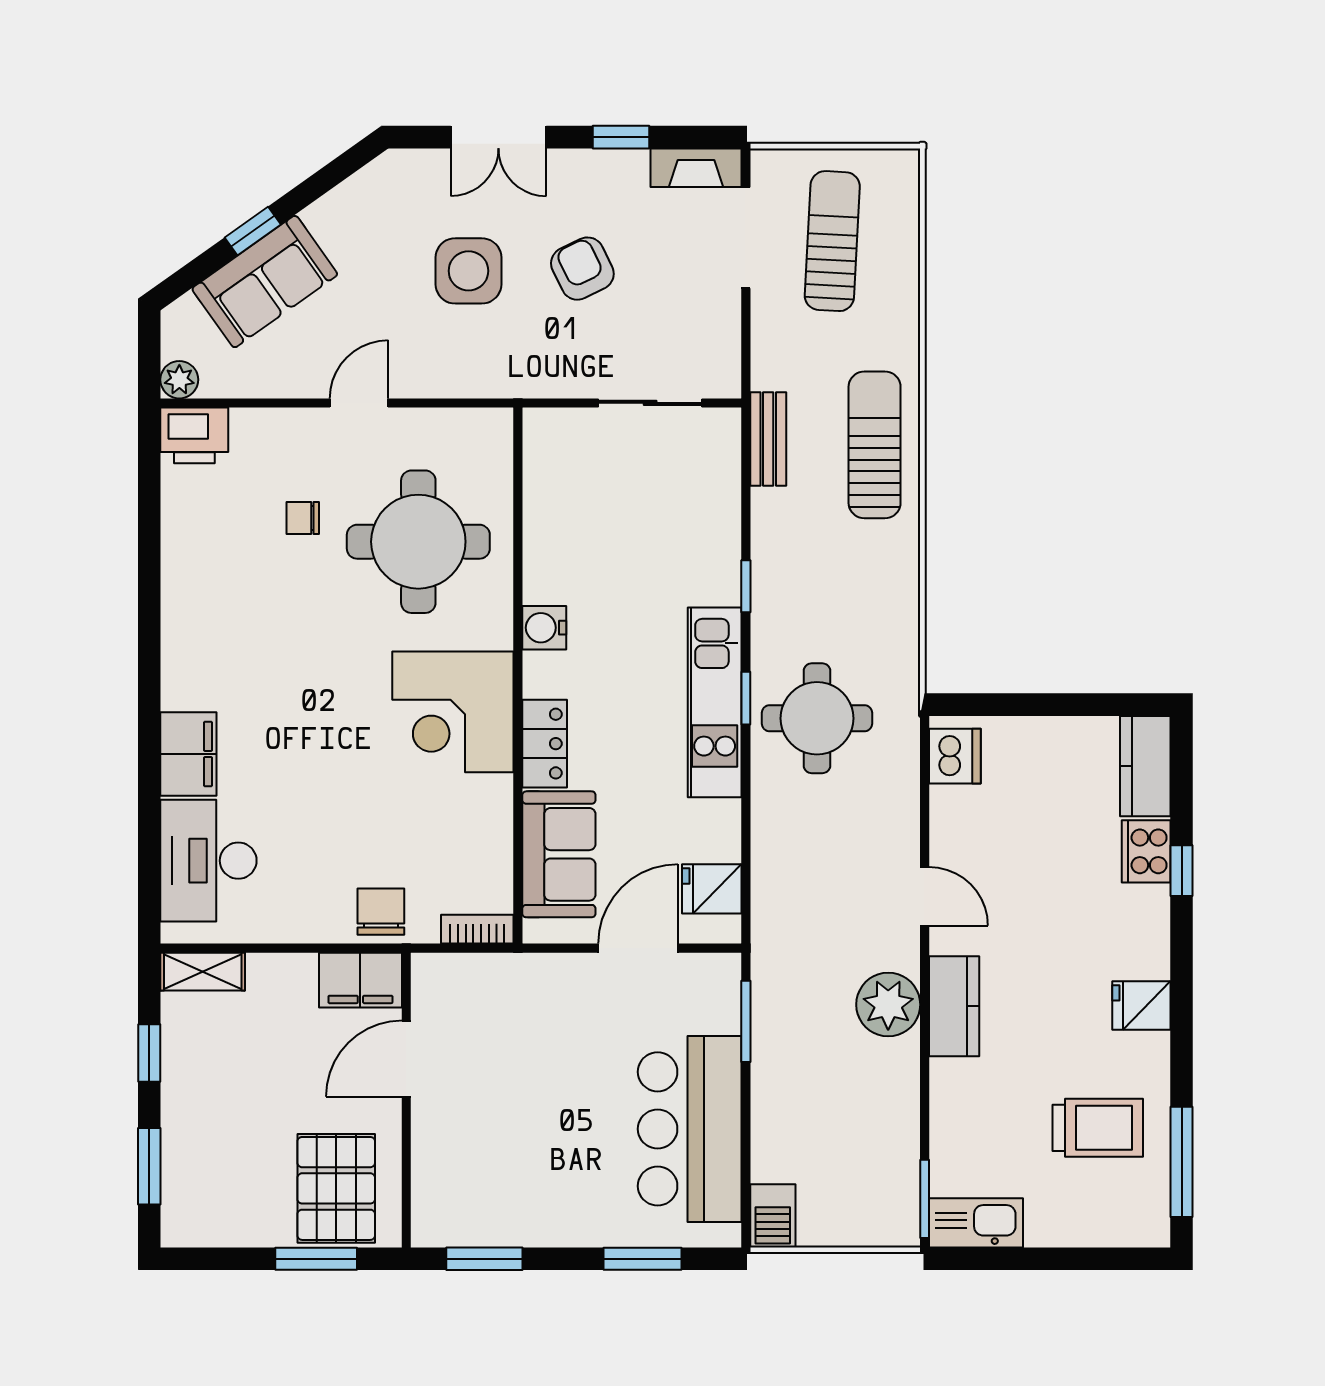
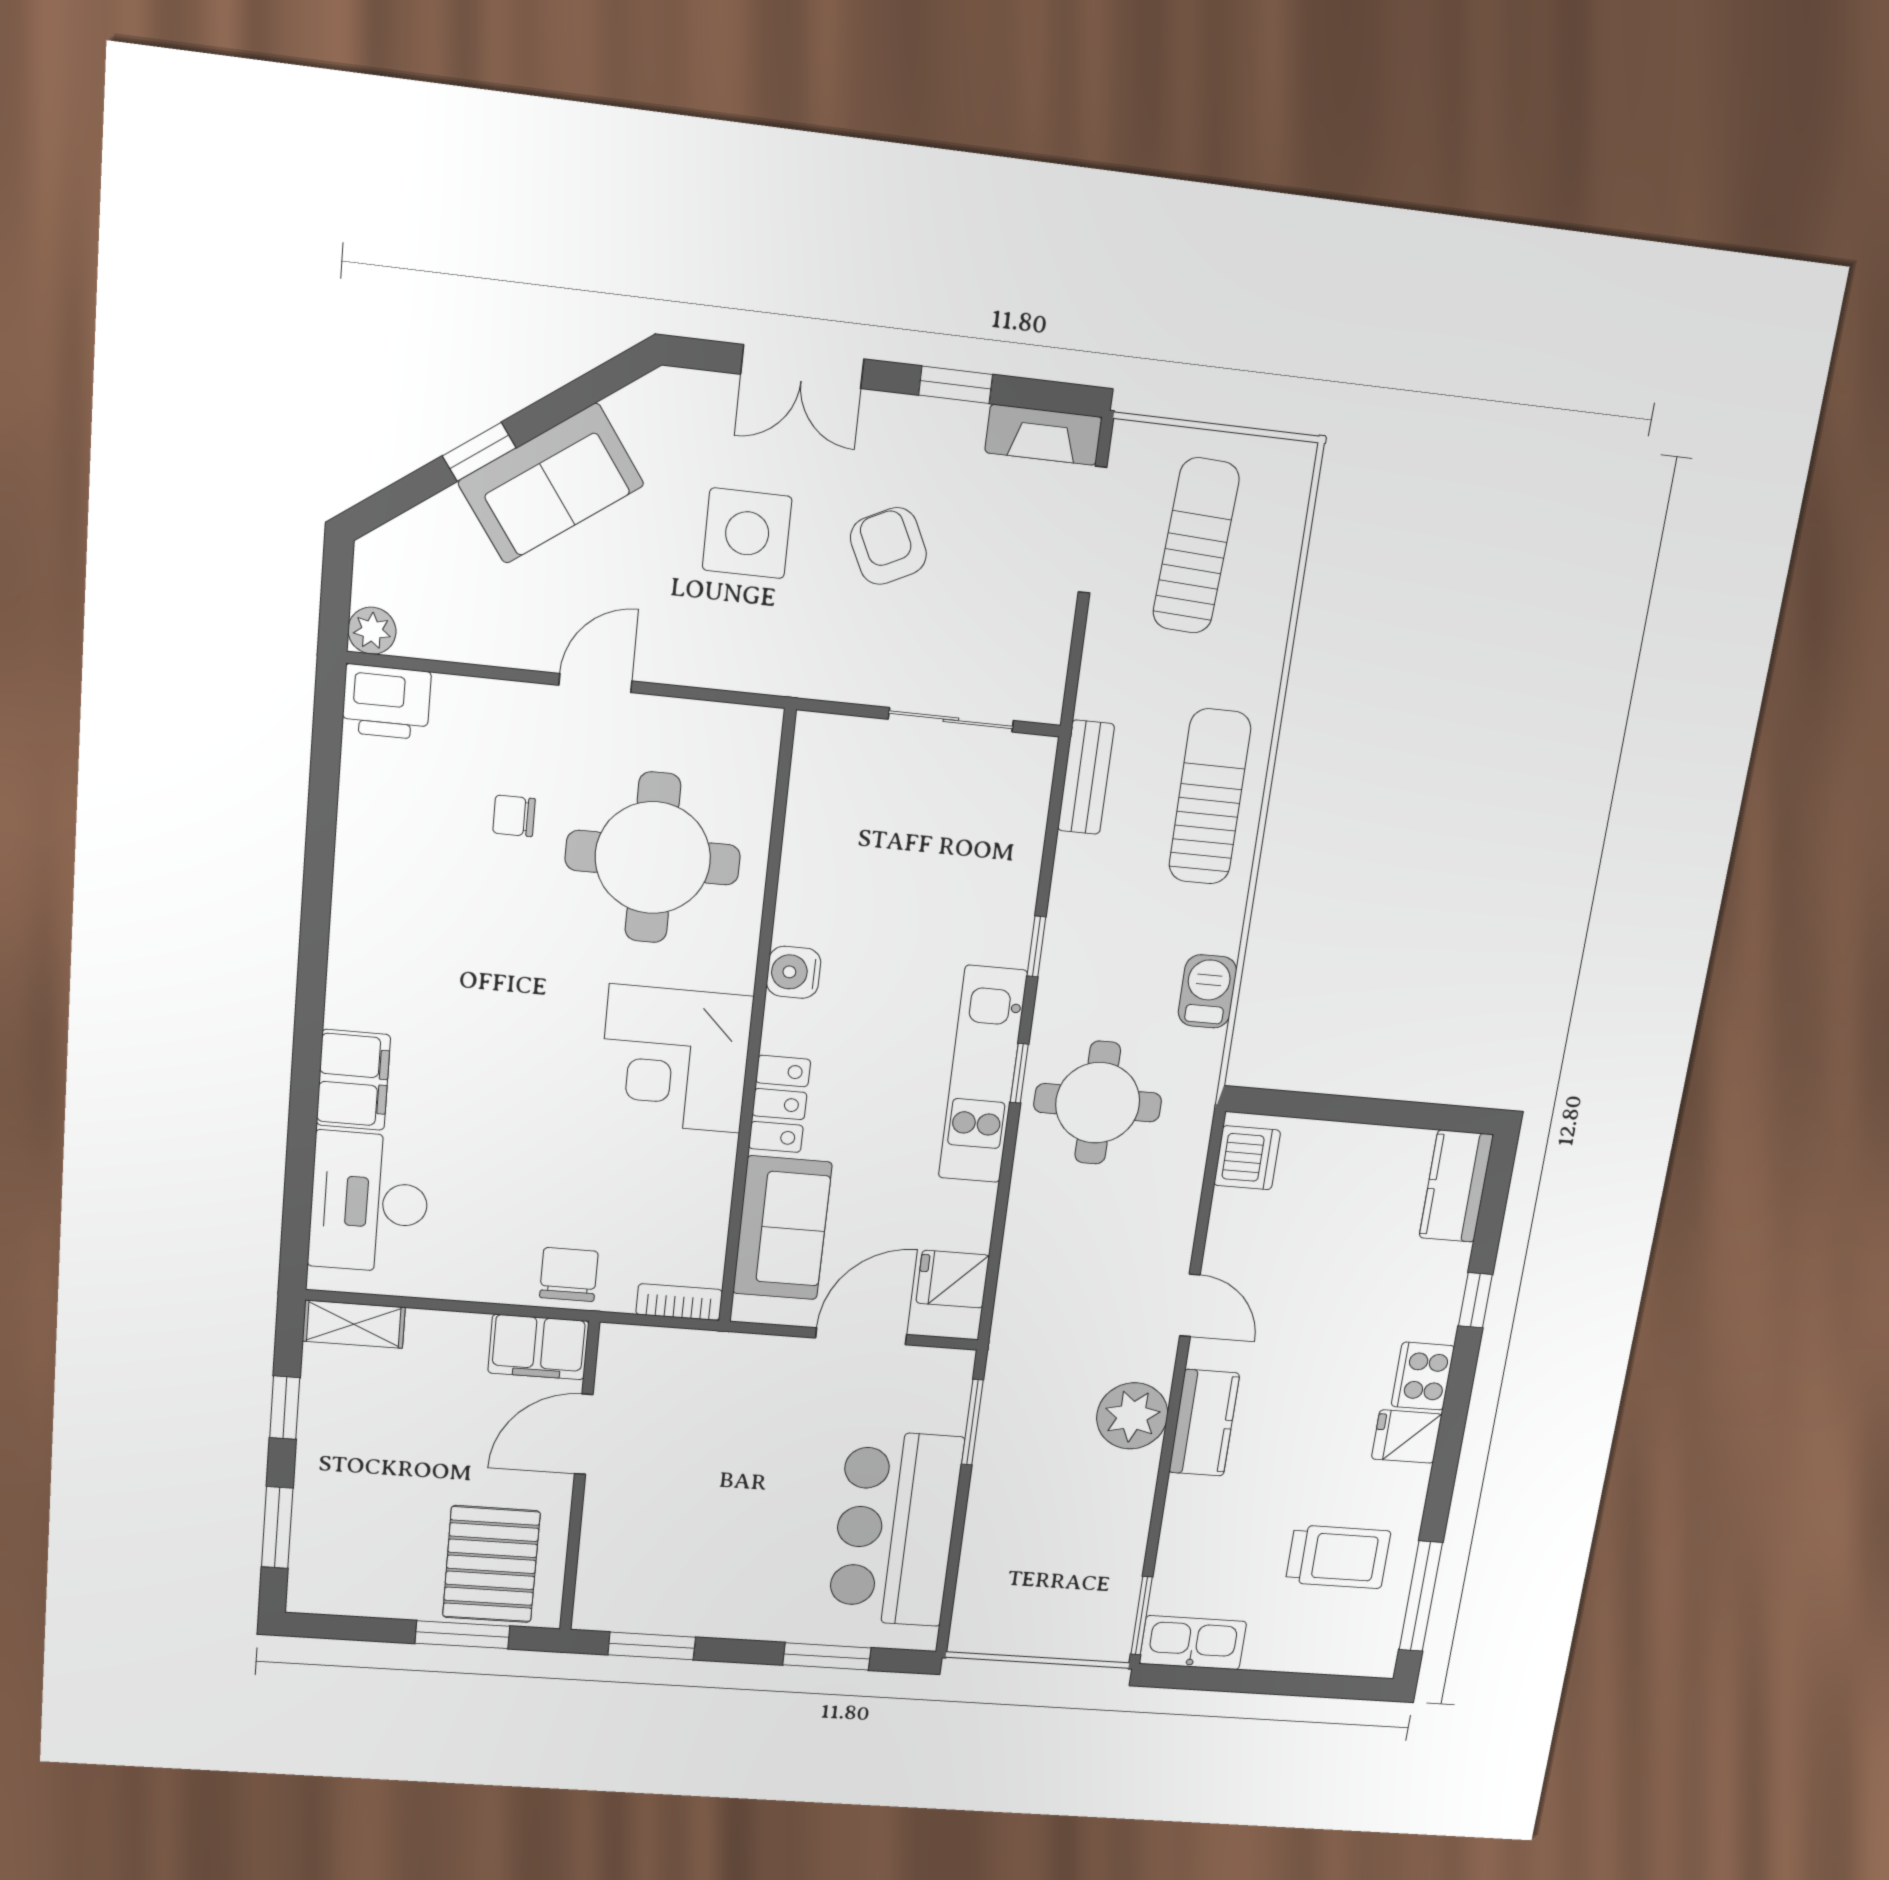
sofa: (265, 282) -> (551, 483), moved
cooker: (1146, 851) -> (1423, 1376), moved
barbecue: (773, 1216) -> (1207, 991), moved, turned 180

